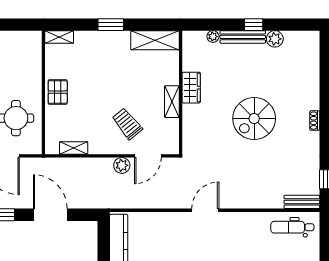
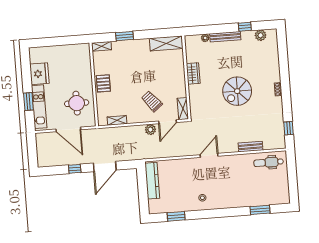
window: (111, 25) -> (125, 36), moved
window: (254, 25) -> (245, 27), moved
plant: (275, 39) -> (261, 35), moved
shelving: (172, 102) -> (183, 109), moved
bench: (302, 202) -> (250, 147), moved
door: (50, 215) -> (105, 167), swing flipped

